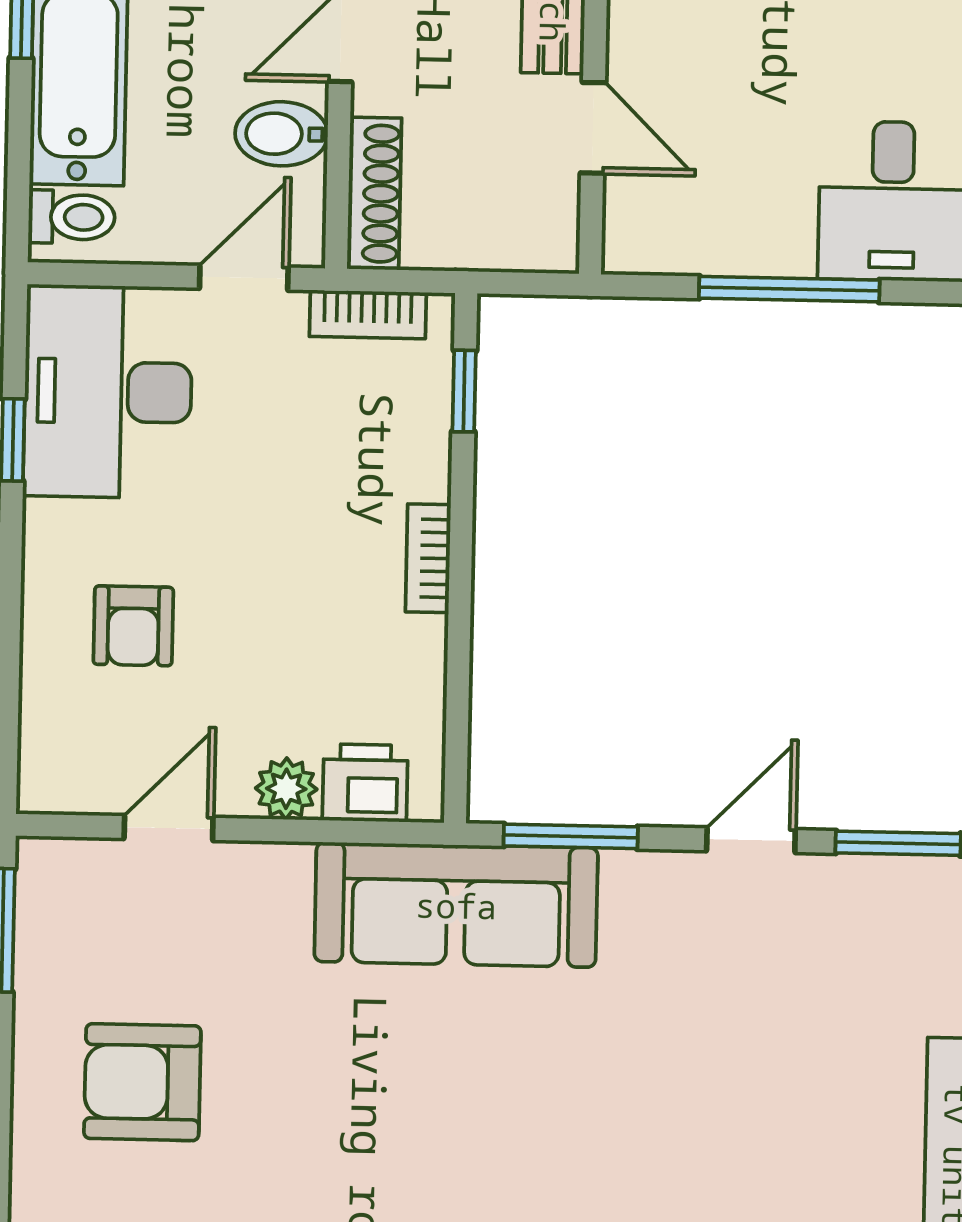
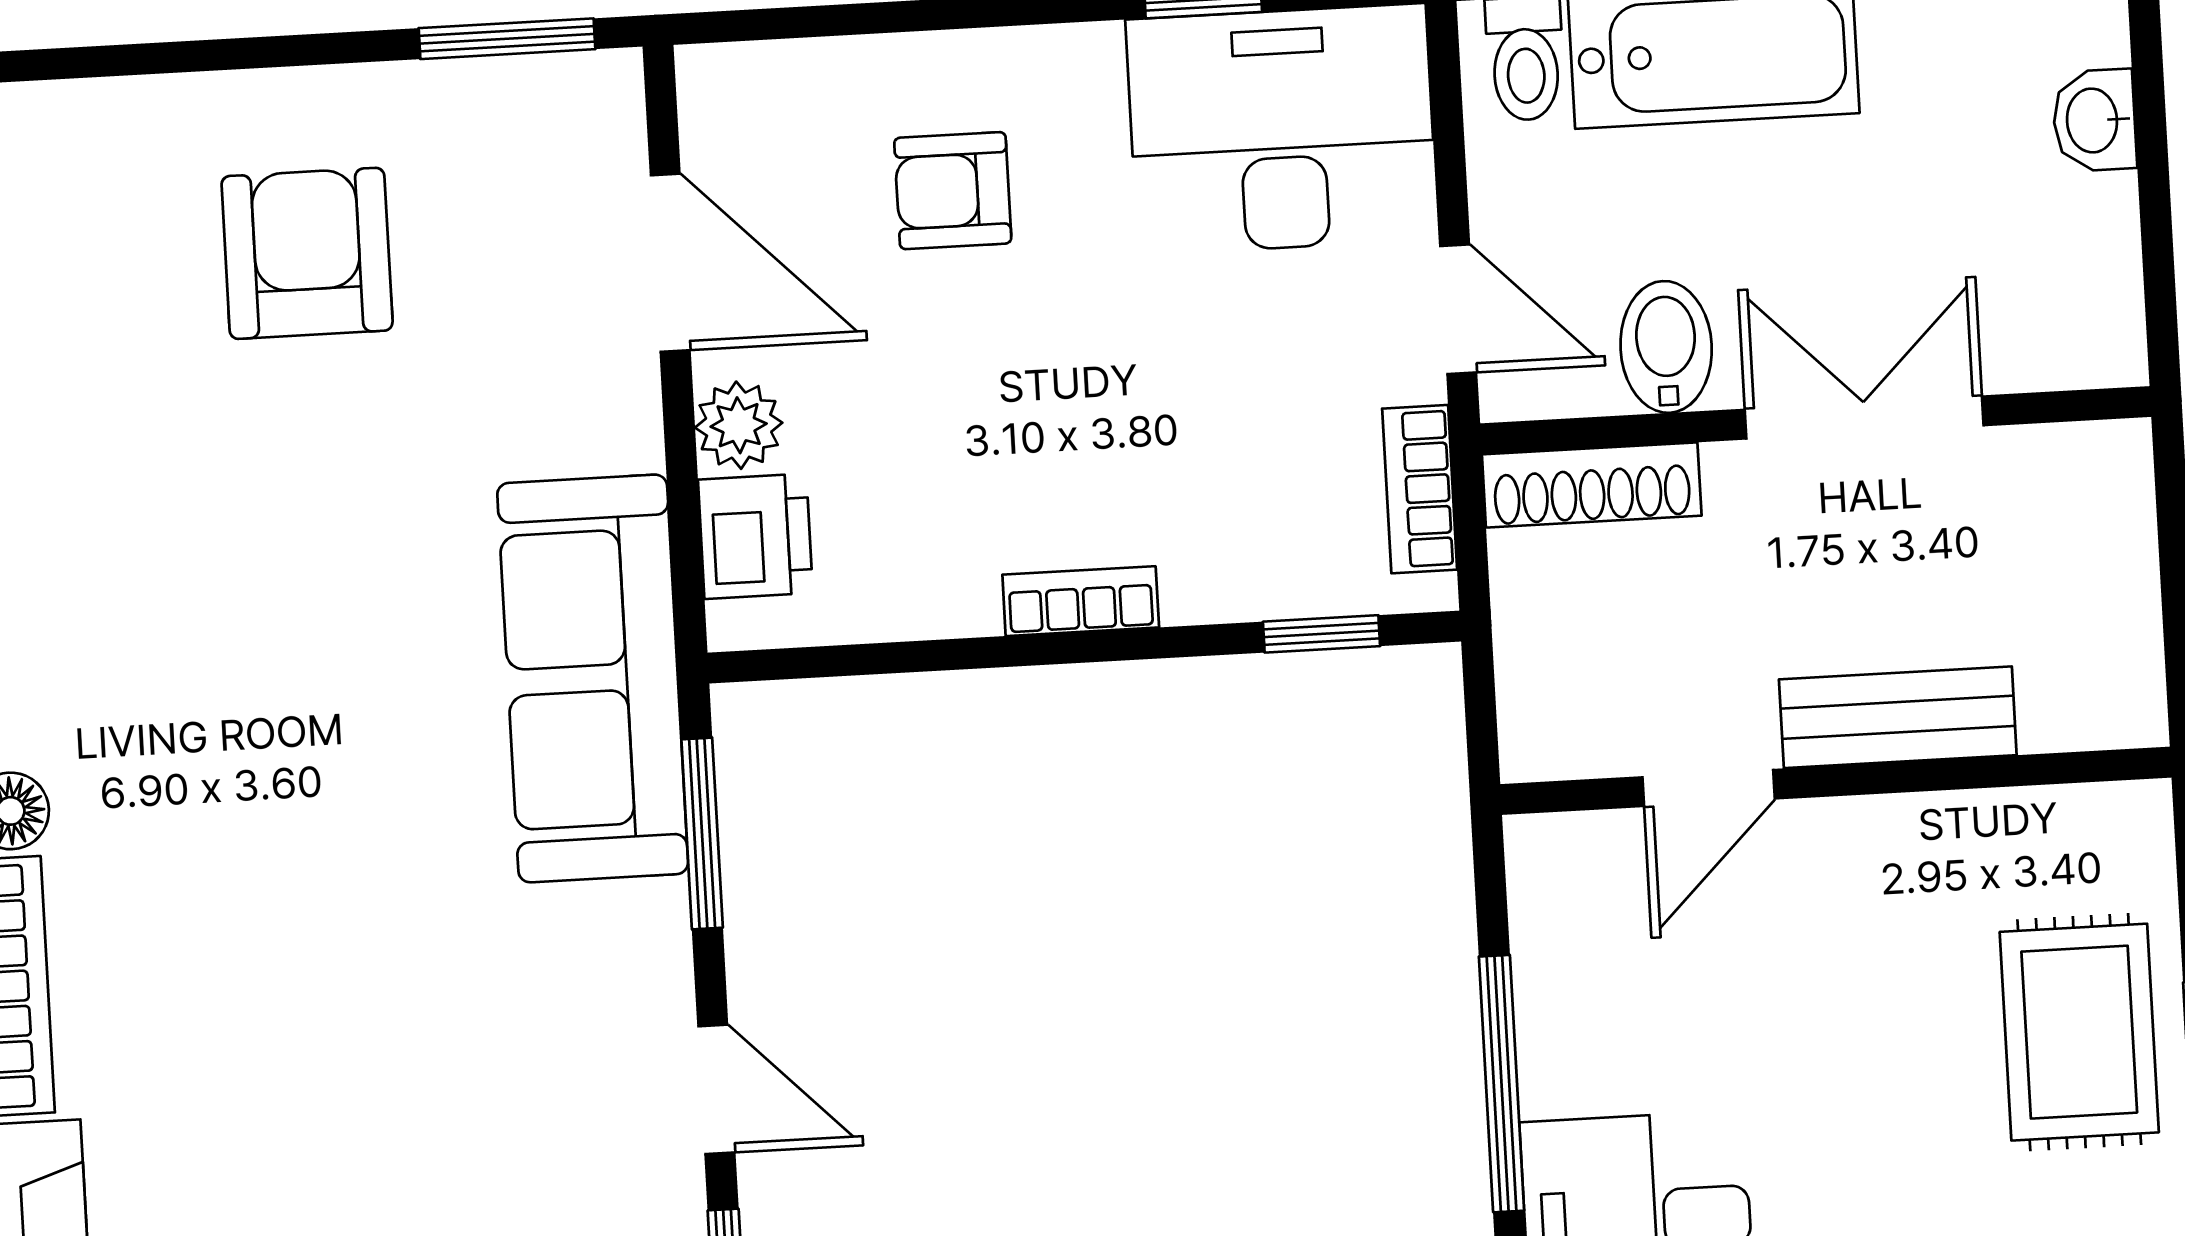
door: (169, 828) -> (670, 263), width x1.38

